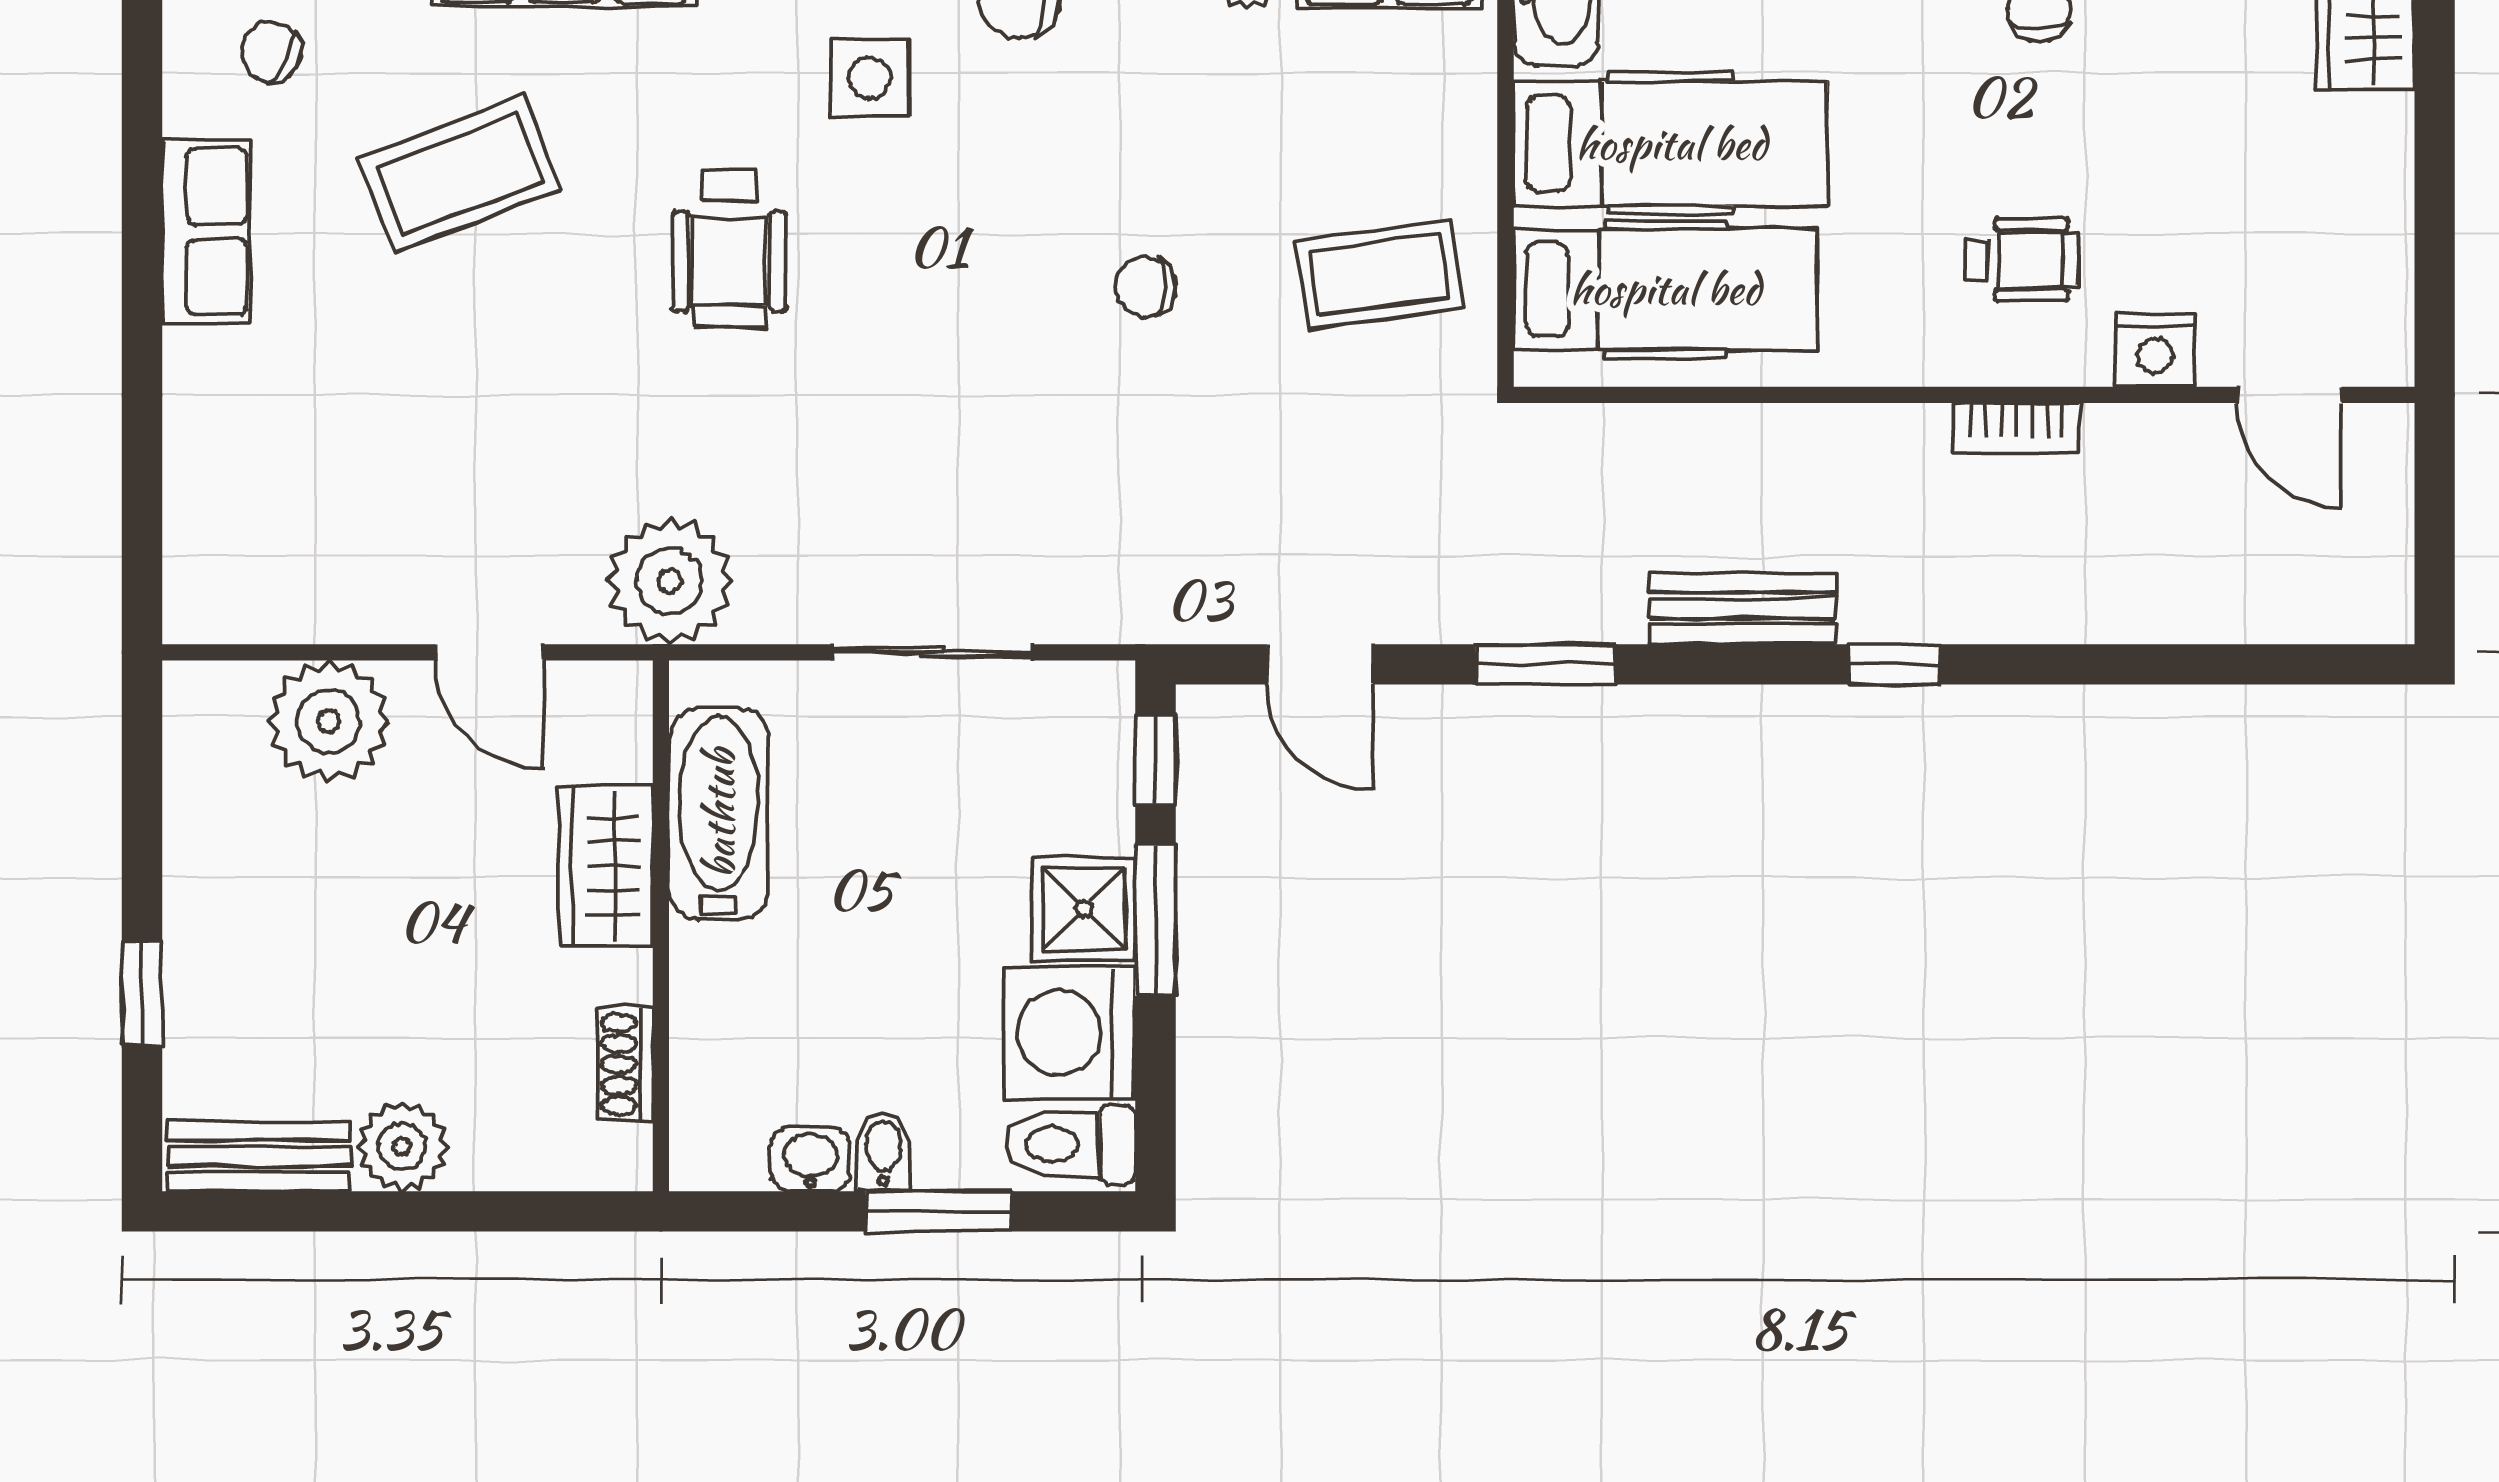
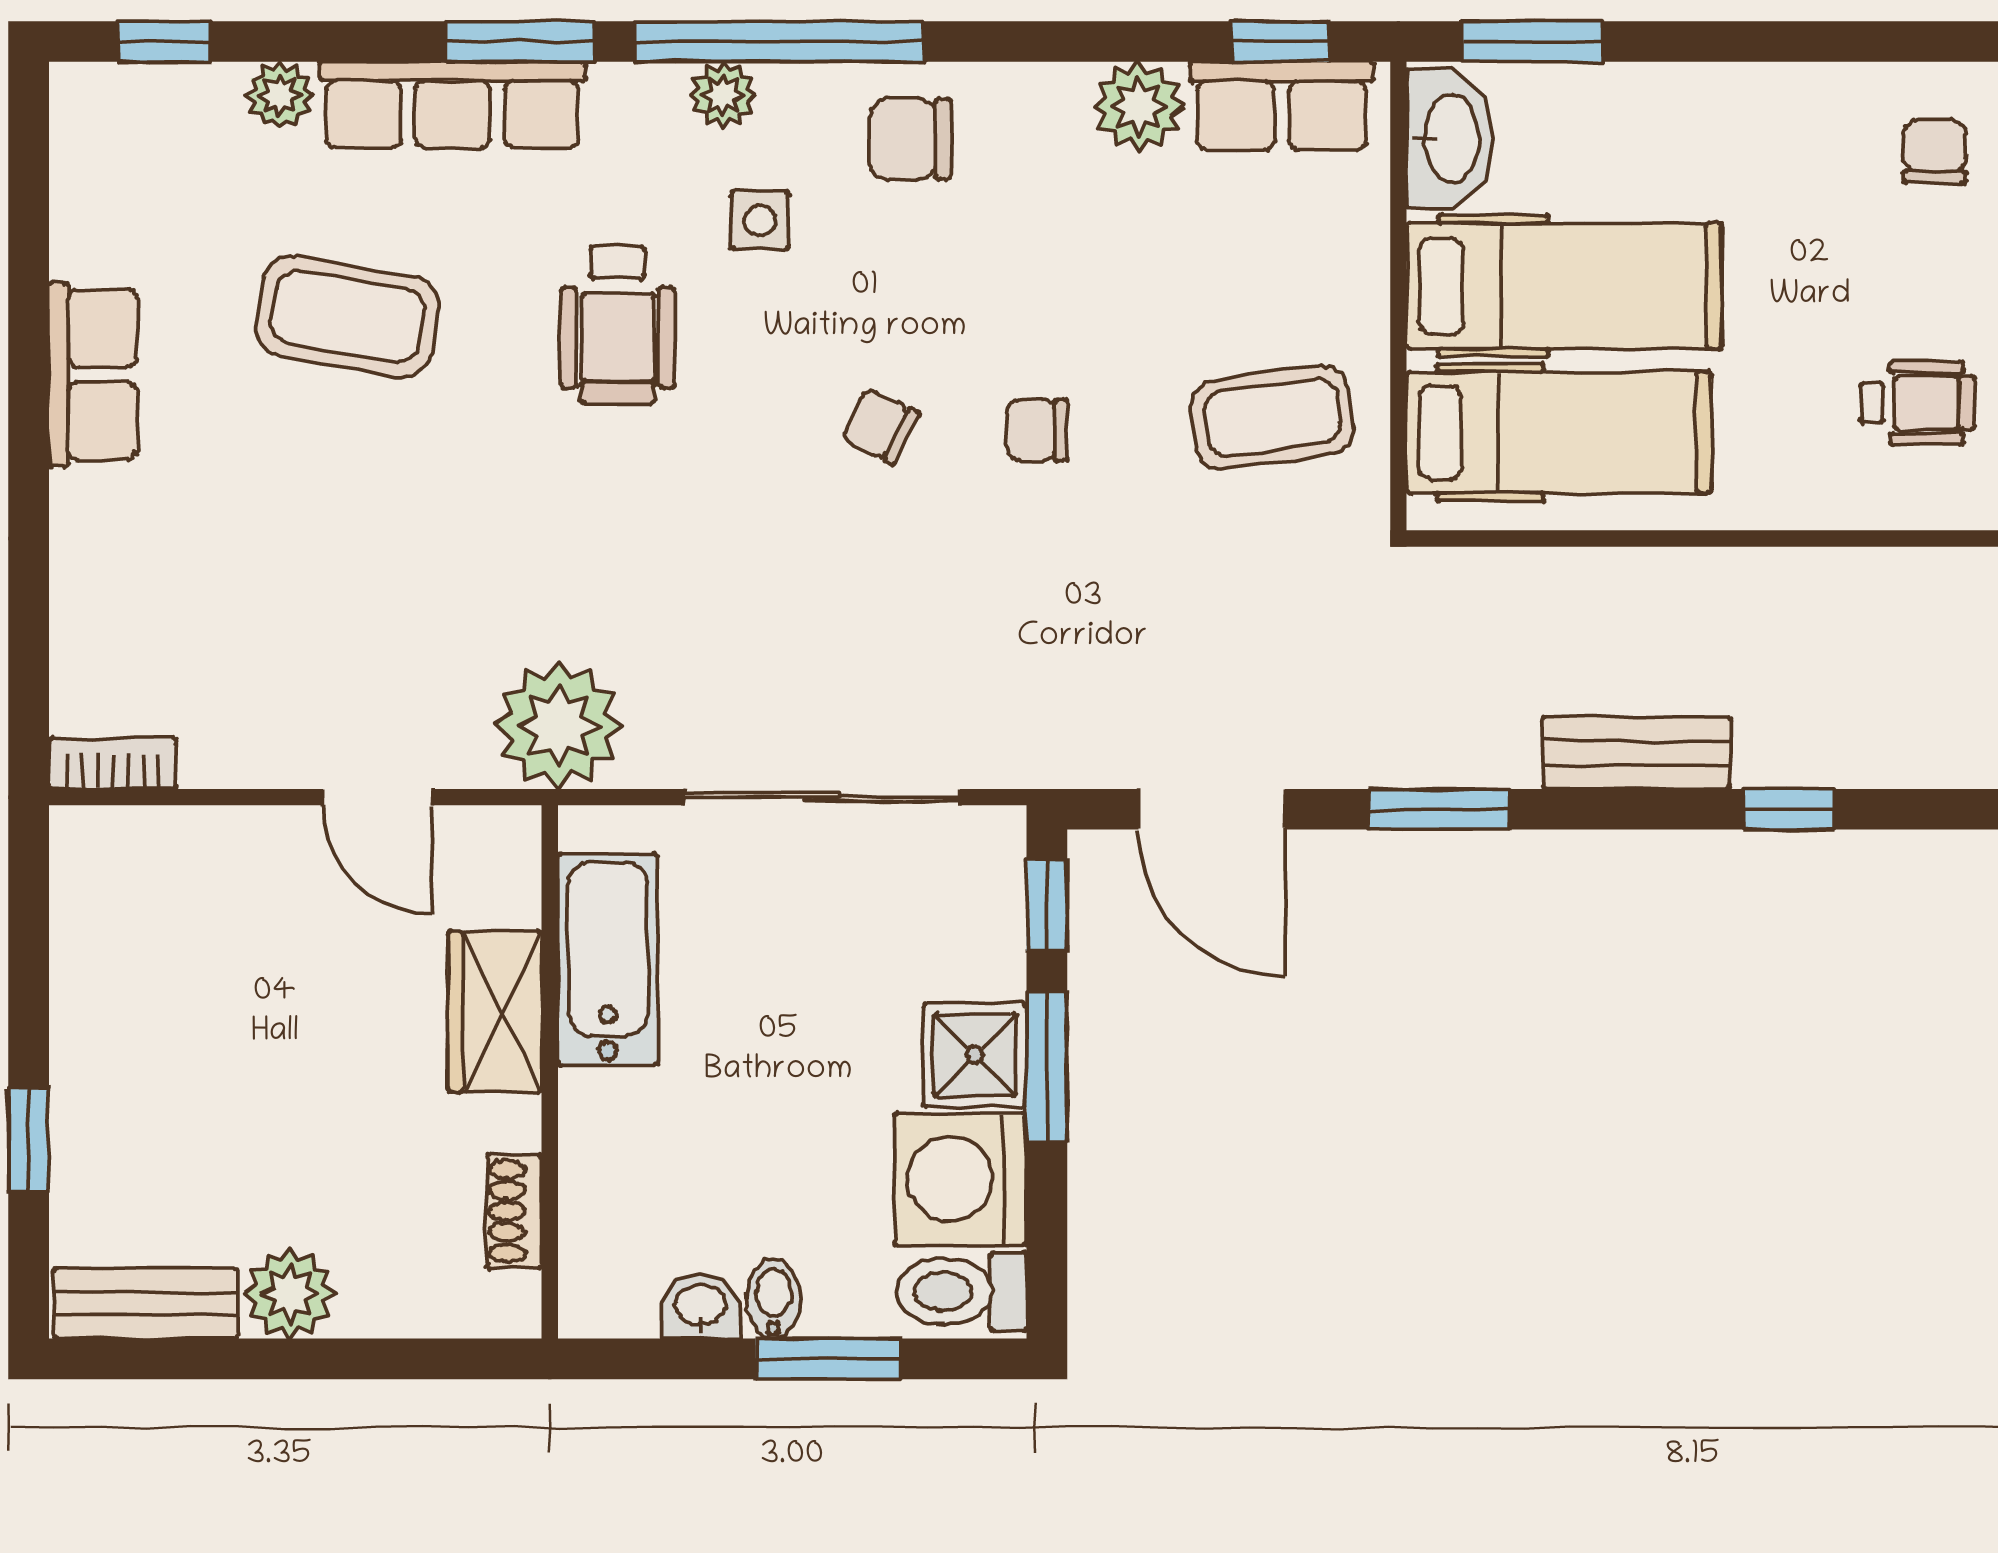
chair: (271, 52) -> (880, 426), moved
side table: (870, 78) -> (760, 220), width x0.73, depth x0.73
coffee table: (460, 174) -> (348, 316), turned 31
wheelchair: (729, 249) -> (618, 325), moved
bookcase: (2016, 428) -> (112, 764), moved, turned 180
sliding door: (932, 652) -> (822, 797), width x1.37
door: (1320, 664) -> (1212, 809), width x1.38
plant: (329, 721) -> (216, 866), removed

